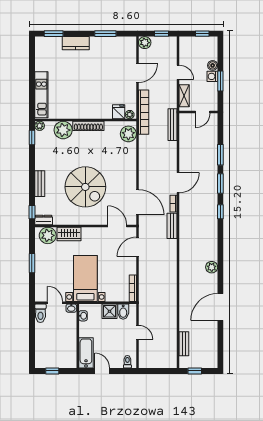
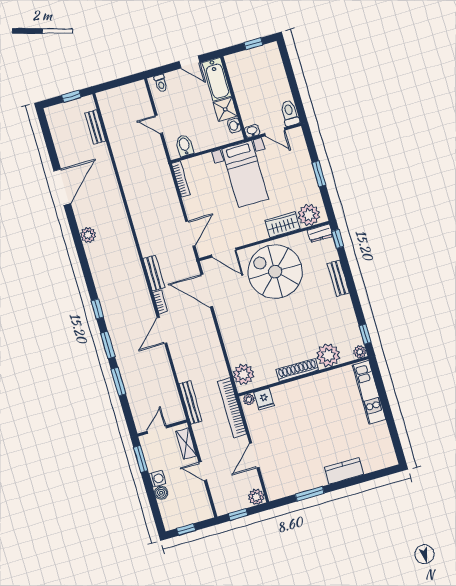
window: (54, 34) -> (376, 475), removed
window: (220, 81) -> (141, 459), moved
spiral stairs: (85, 187) -> (275, 272), moved
shower: (110, 311) -> (225, 109), moved

